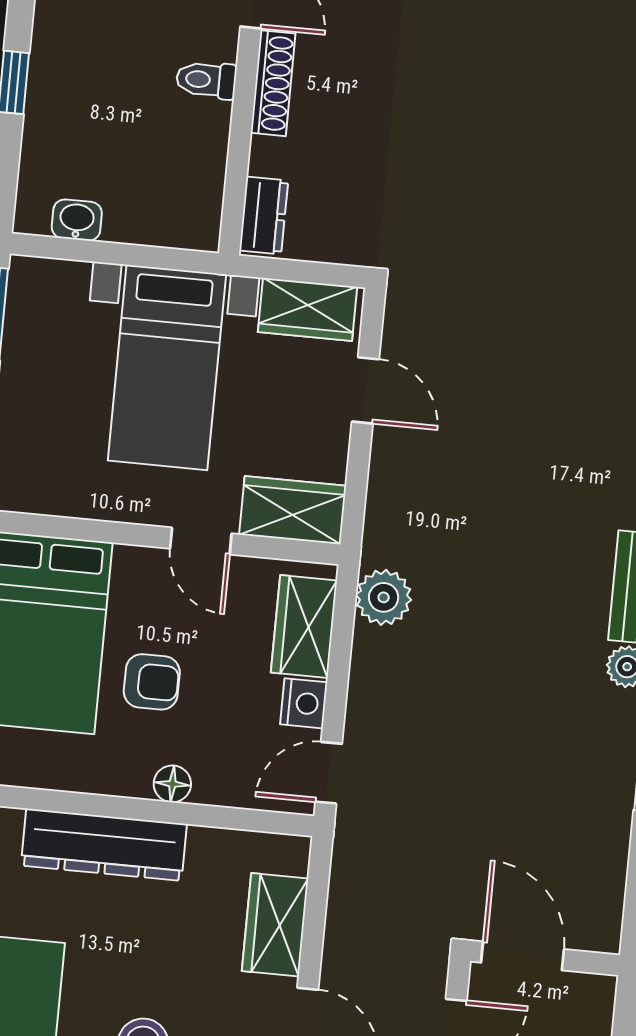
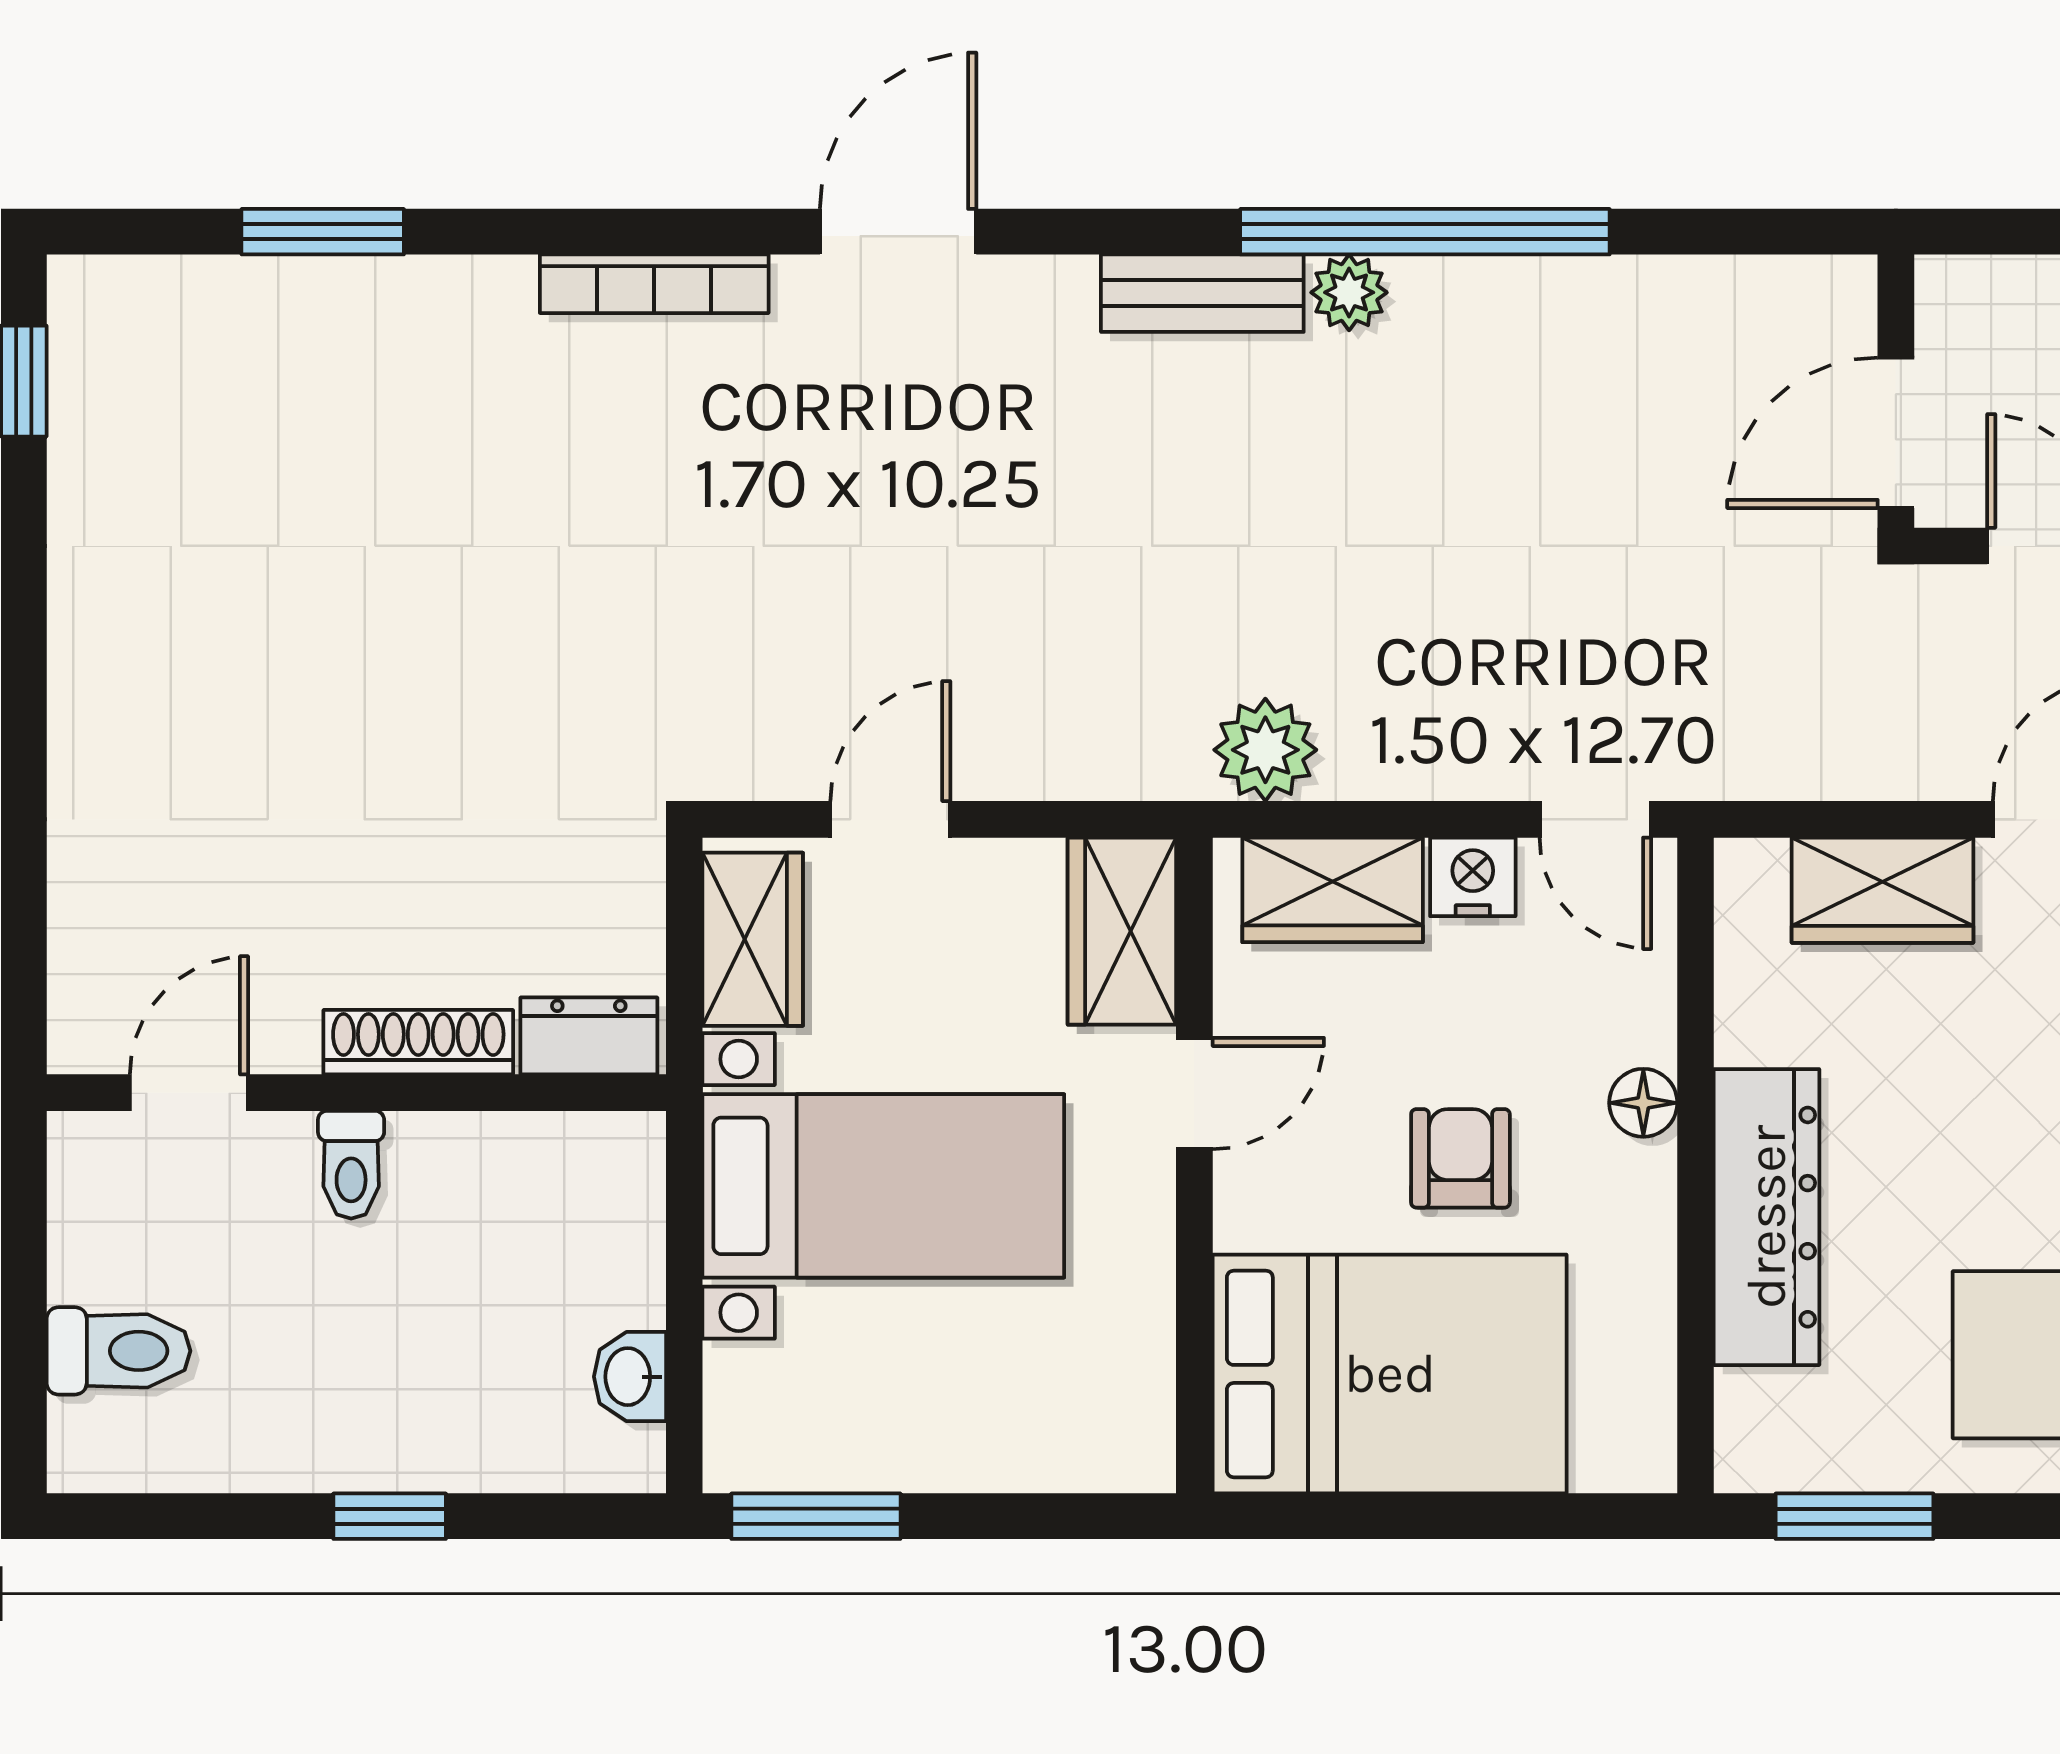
shoe rack: (273, 83) -> (418, 1042), moved

